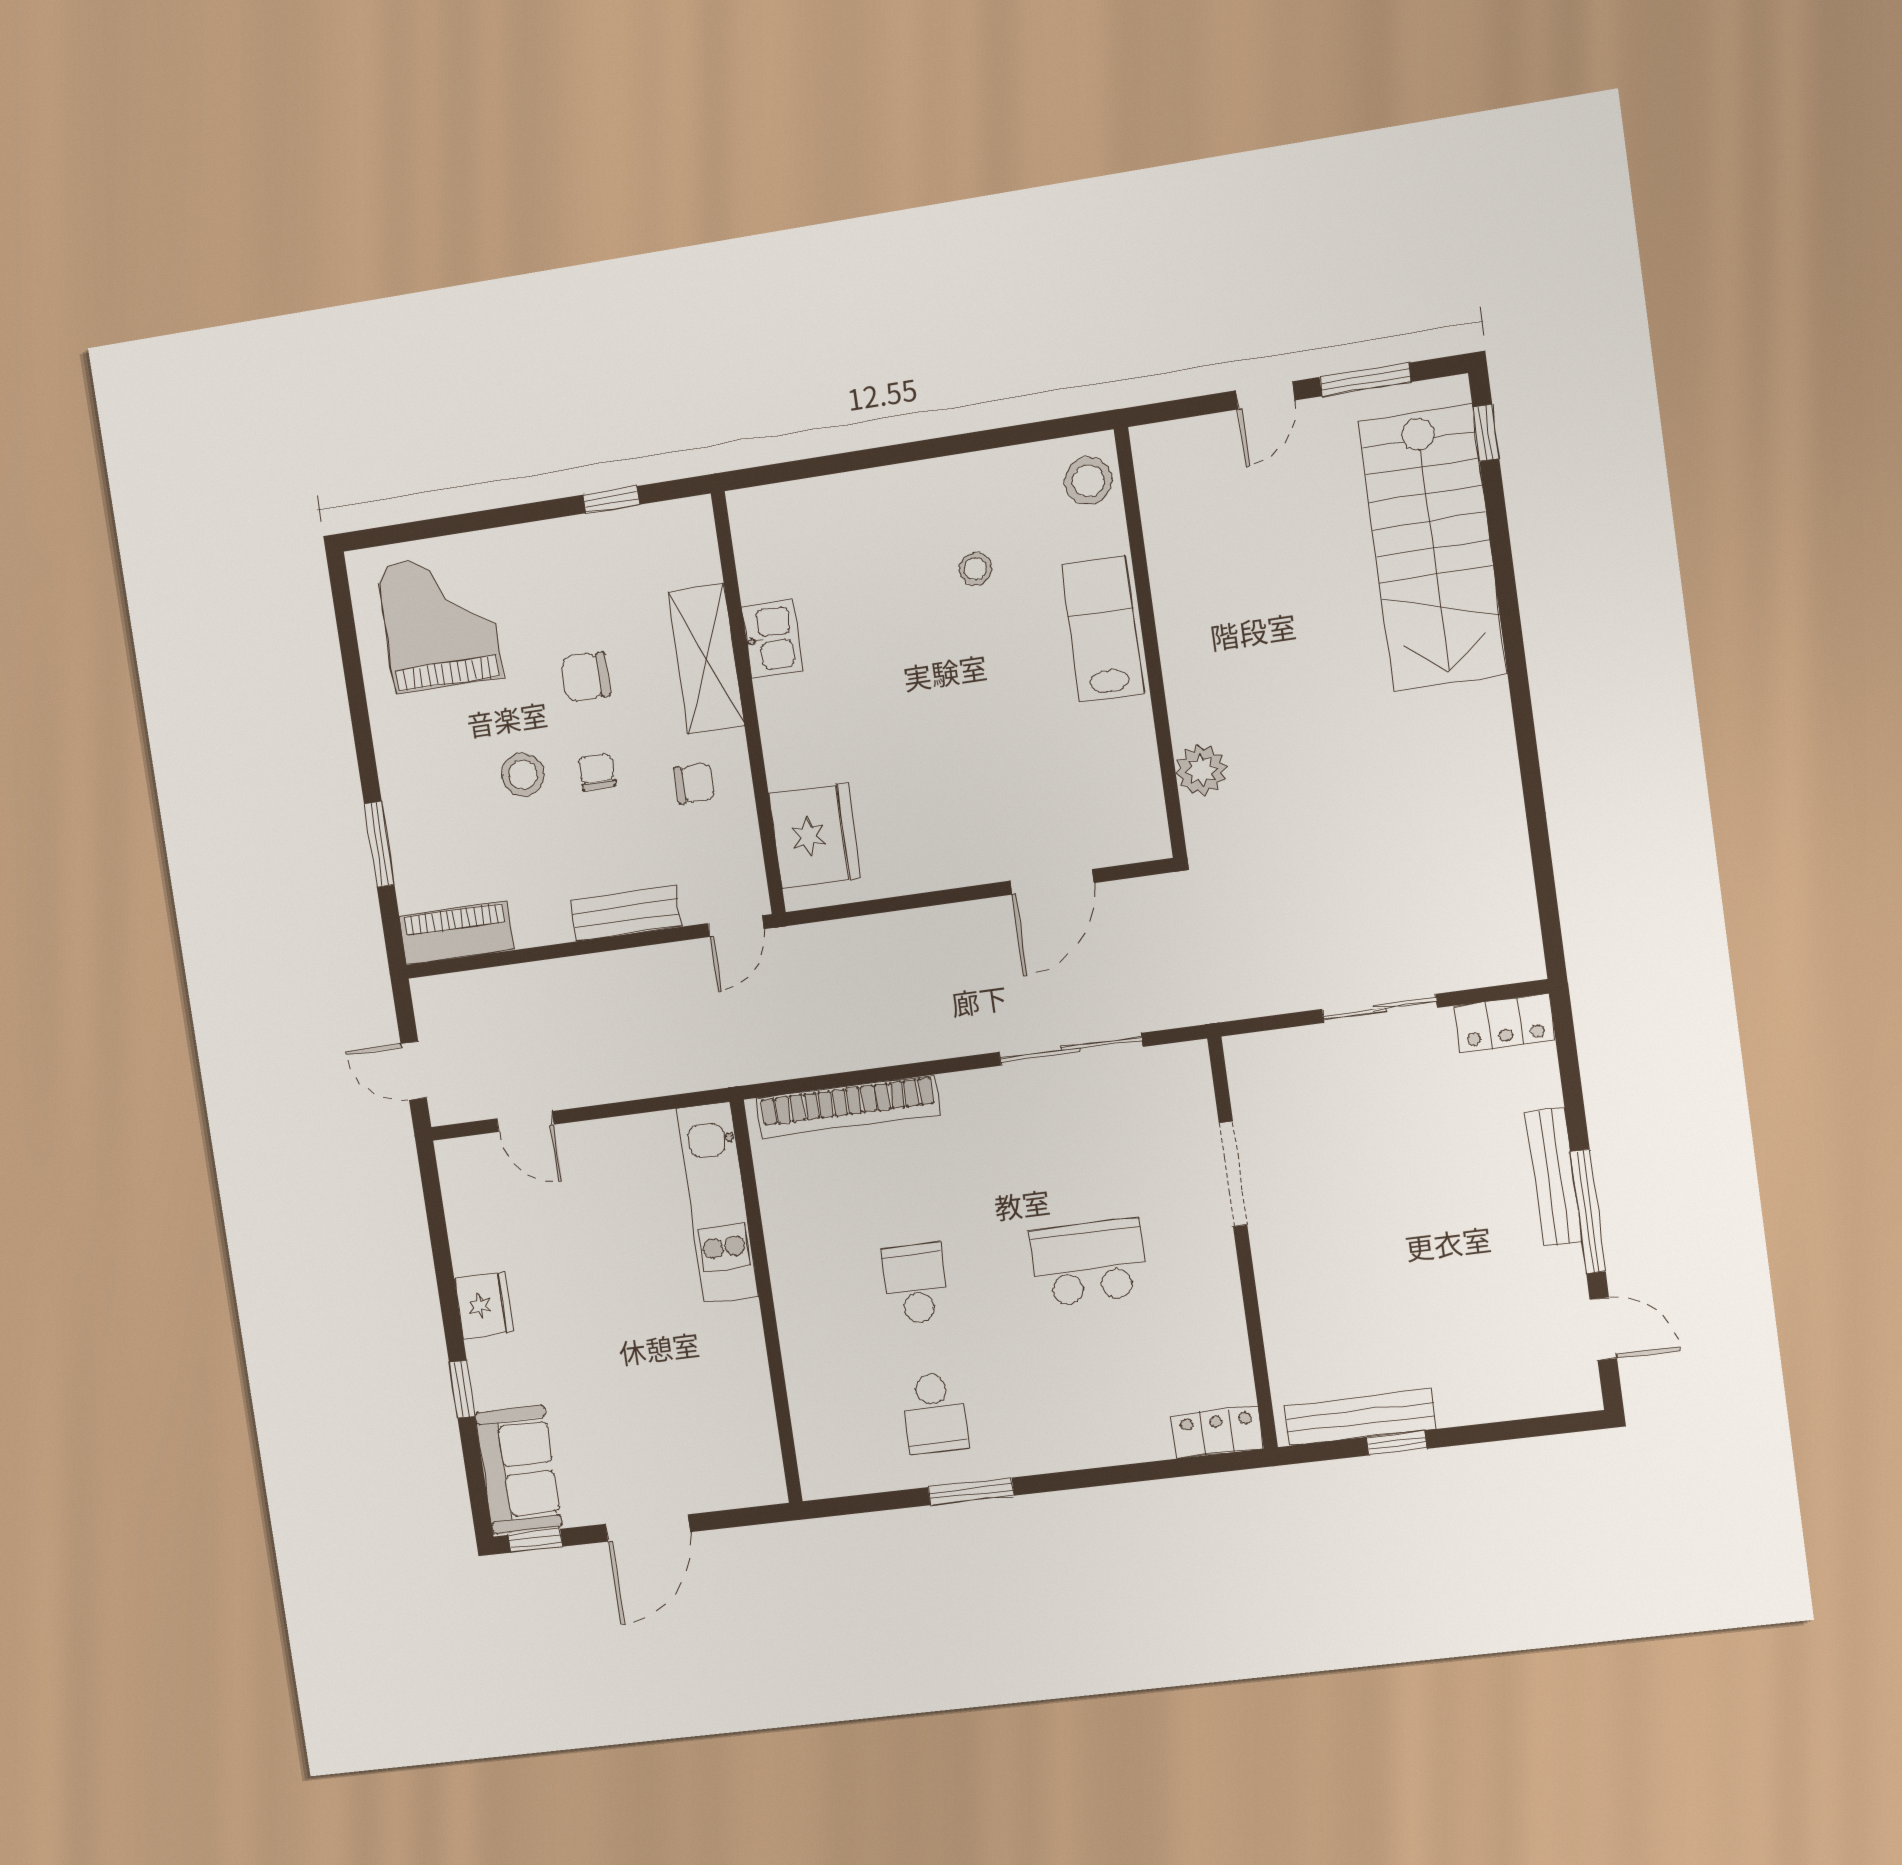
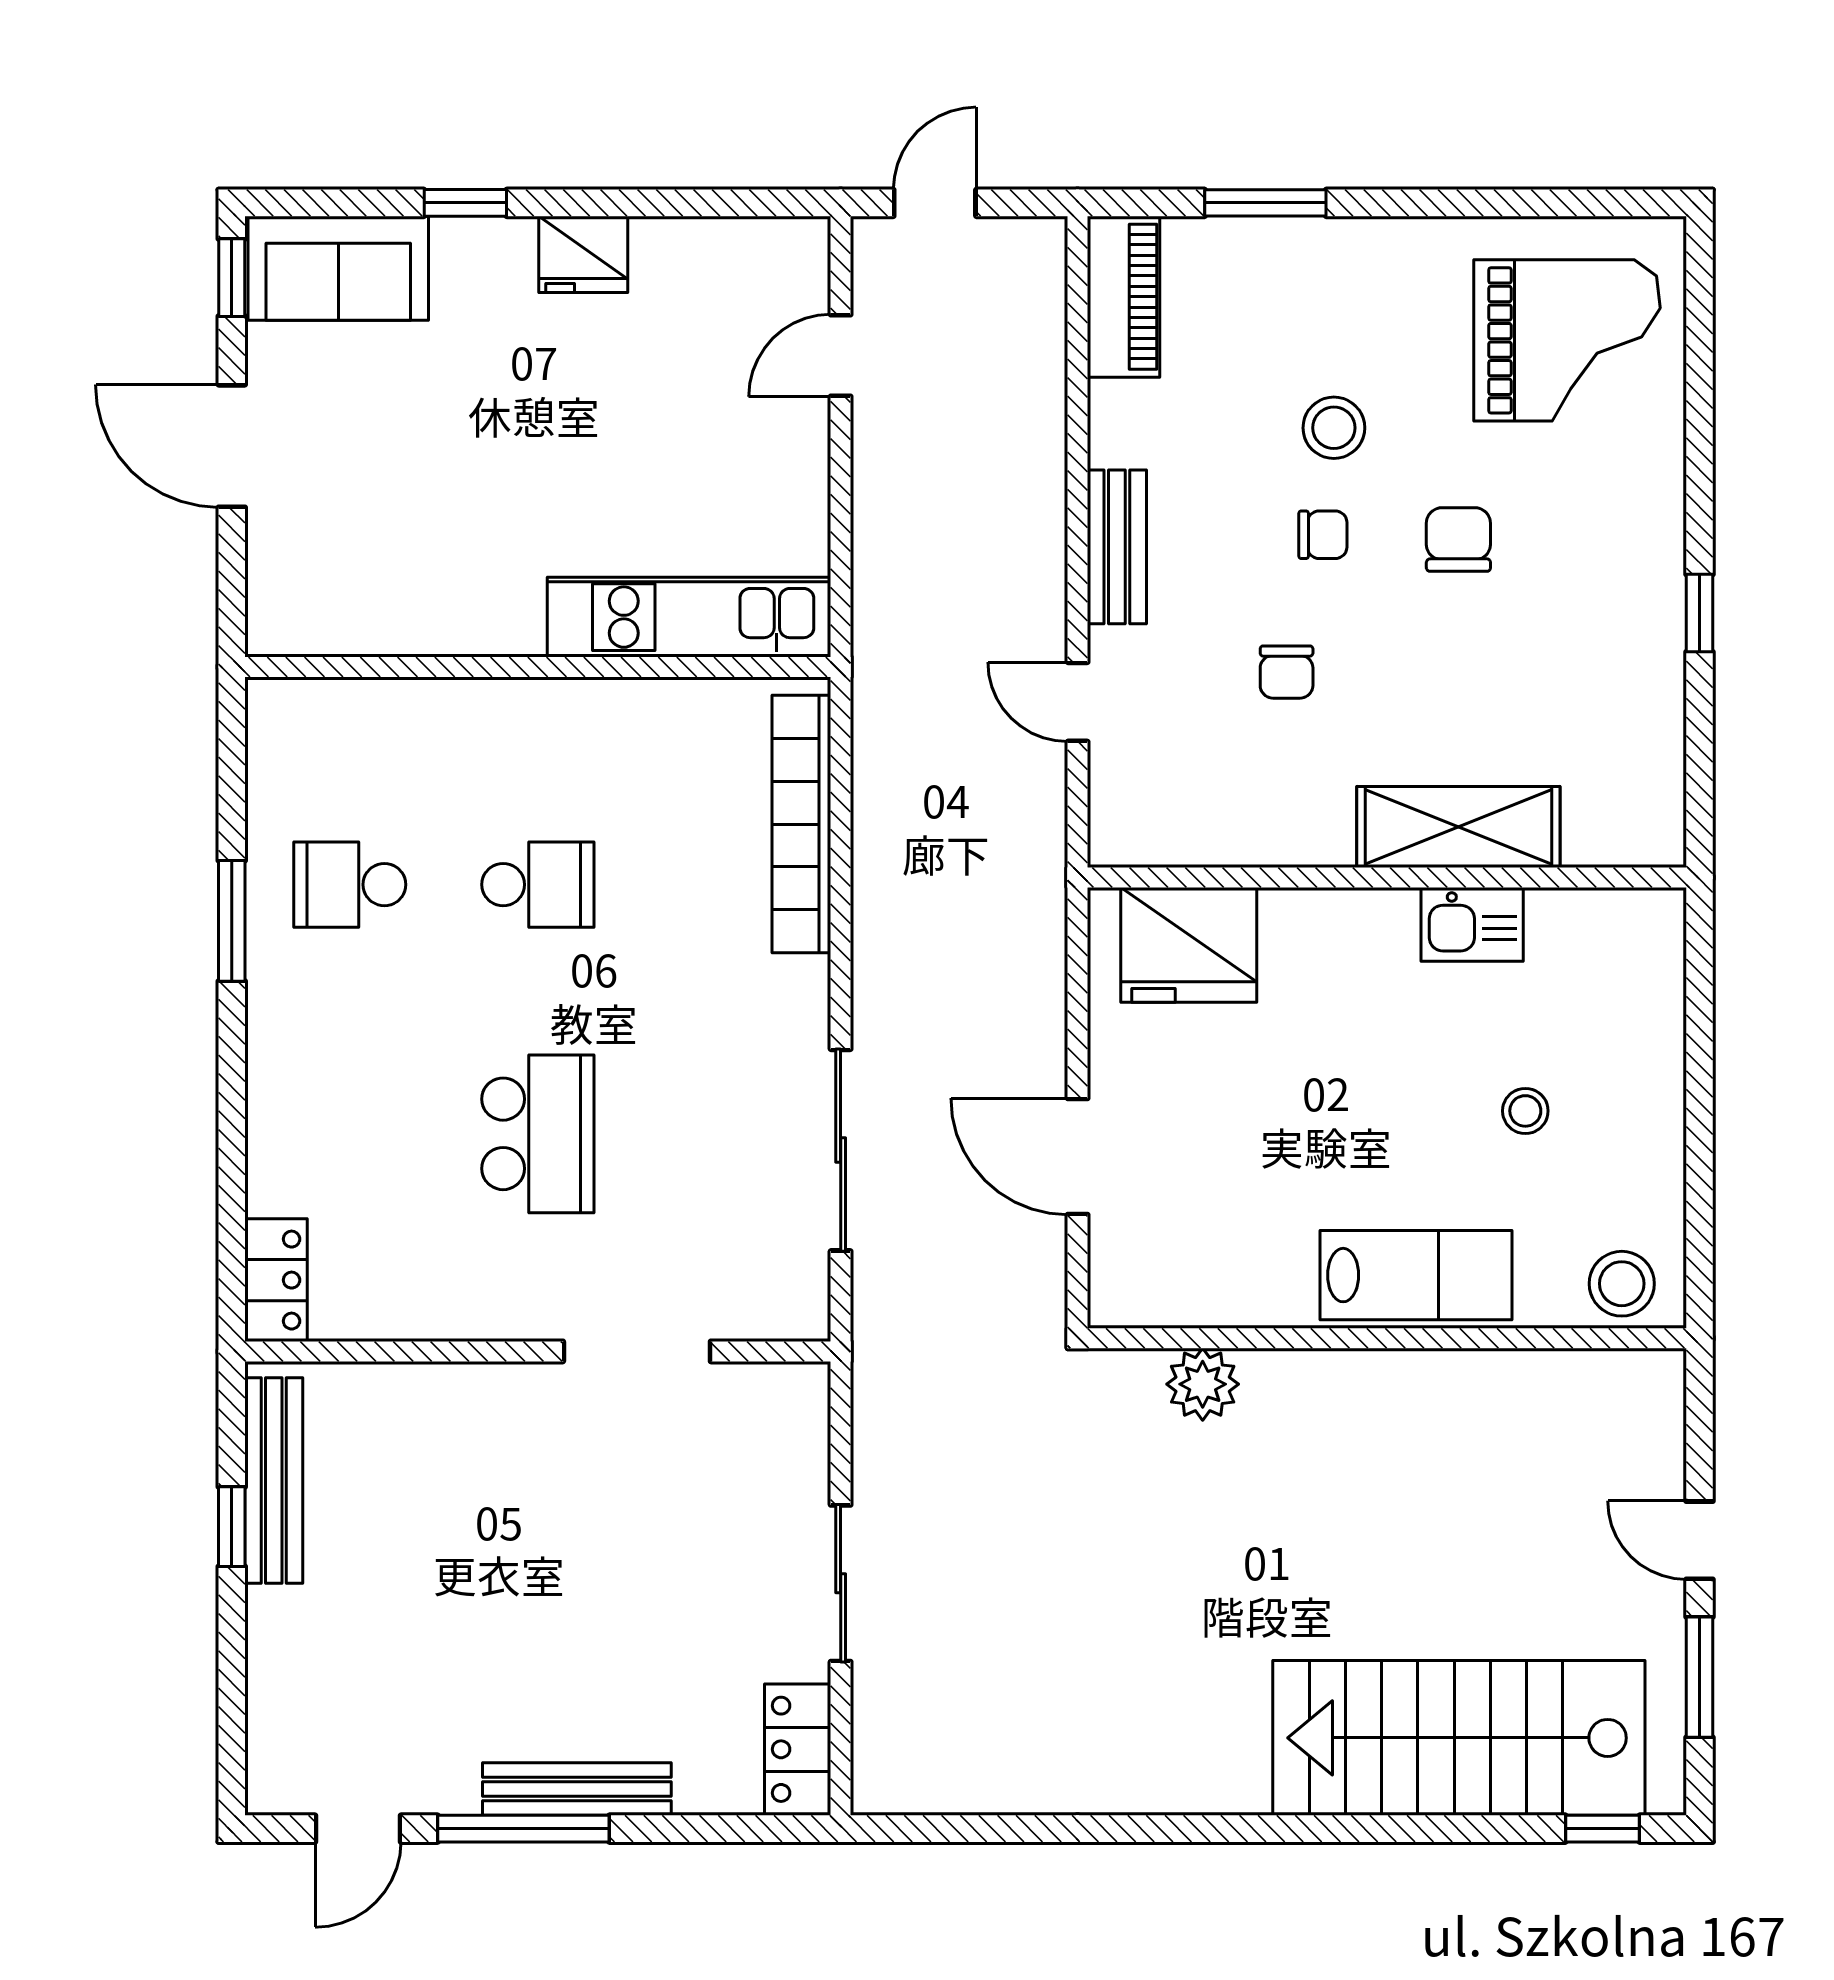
kitchen sink: (772, 638) -> (1472, 924), moved
shelving: (706, 658) -> (1458, 827), moved
wall: (748, 703) -> (1387, 878), moved
fridge: (815, 836) -> (1189, 945), moved

